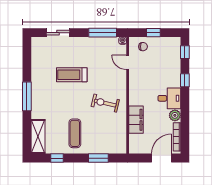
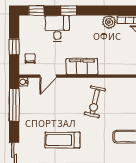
treadmill: (72, 75) -> (62, 140), turned 90
desk: (169, 98) -> (57, 28), moved
filing cabinet: (136, 120) -> (82, 67), moved

